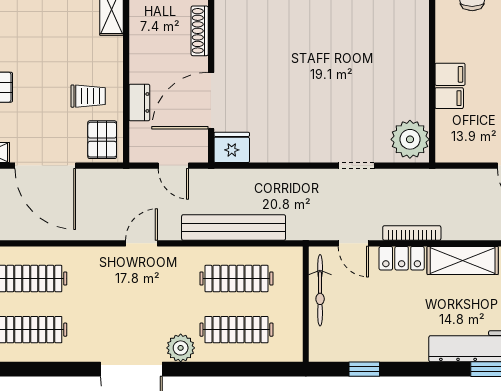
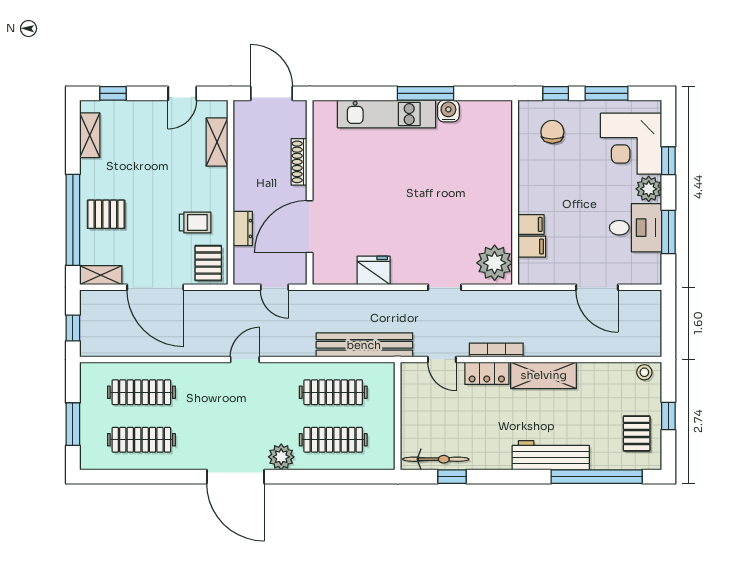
filing cabinet: (450, 74) -> (532, 247), moved
fridge: (232, 147) -> (374, 270), moved
bench: (234, 228) -> (364, 345), moved
bicycle: (320, 290) -> (436, 459), moved, turned -90

